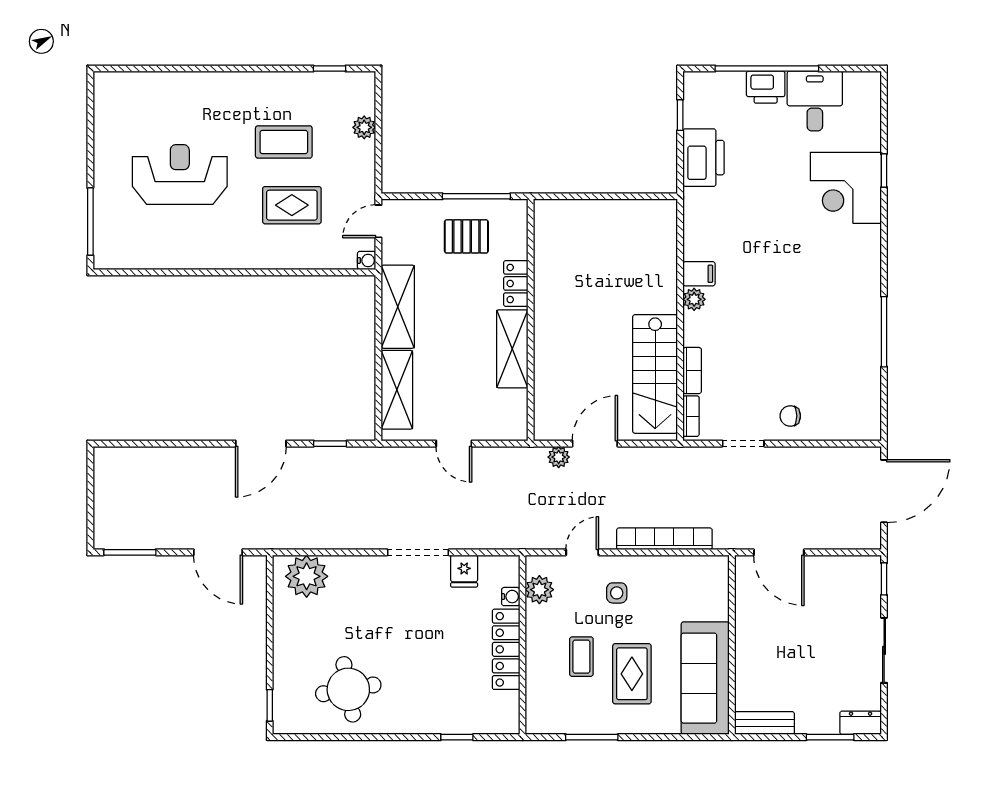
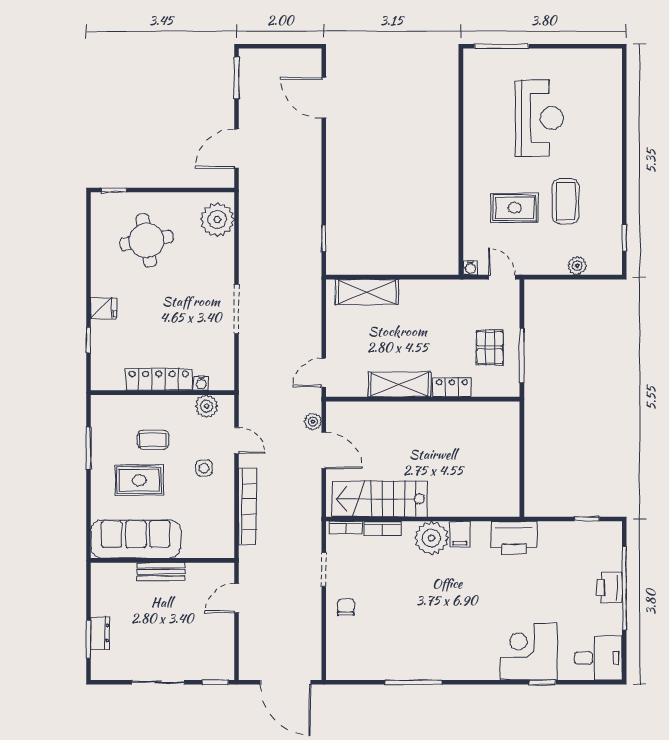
desk: (815, 101) -> (598, 658), moved
printer: (704, 158) -> (514, 538), moved
rug: (292, 205) -> (515, 208), turned 90
plant: (694, 299) -> (431, 538), width x1.88, depth x1.88
shelving: (398, 307) -> (433, 293), removed
door: (261, 444) -> (324, 98), moved
door: (454, 444) -> (324, 373), moved
door: (779, 552) -> (237, 598), width x0.73
fridge: (464, 571) -> (103, 308), moved, turned 180
round table: (348, 689) -> (147, 240), moved
bench: (764, 723) -> (161, 572), moved, turned 90
dresser: (861, 723) -> (100, 633), moved

